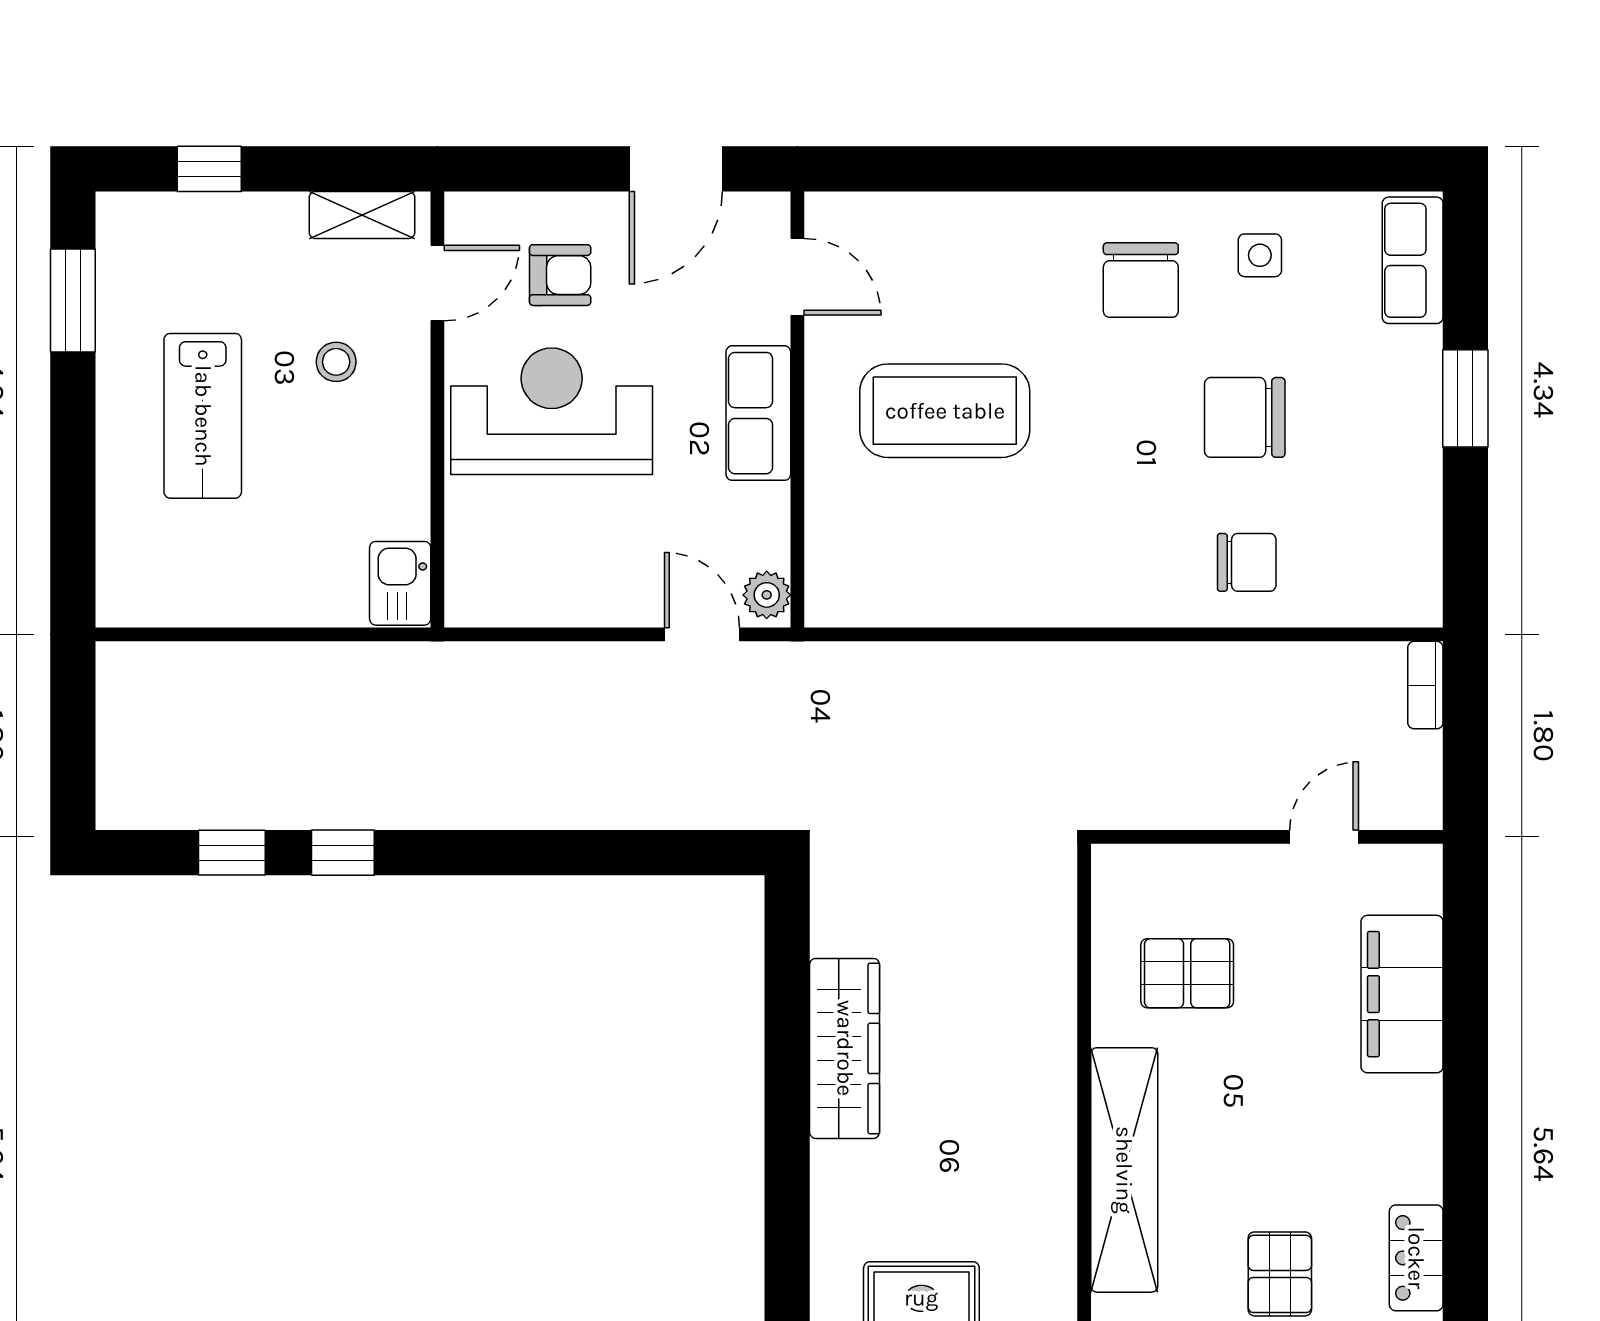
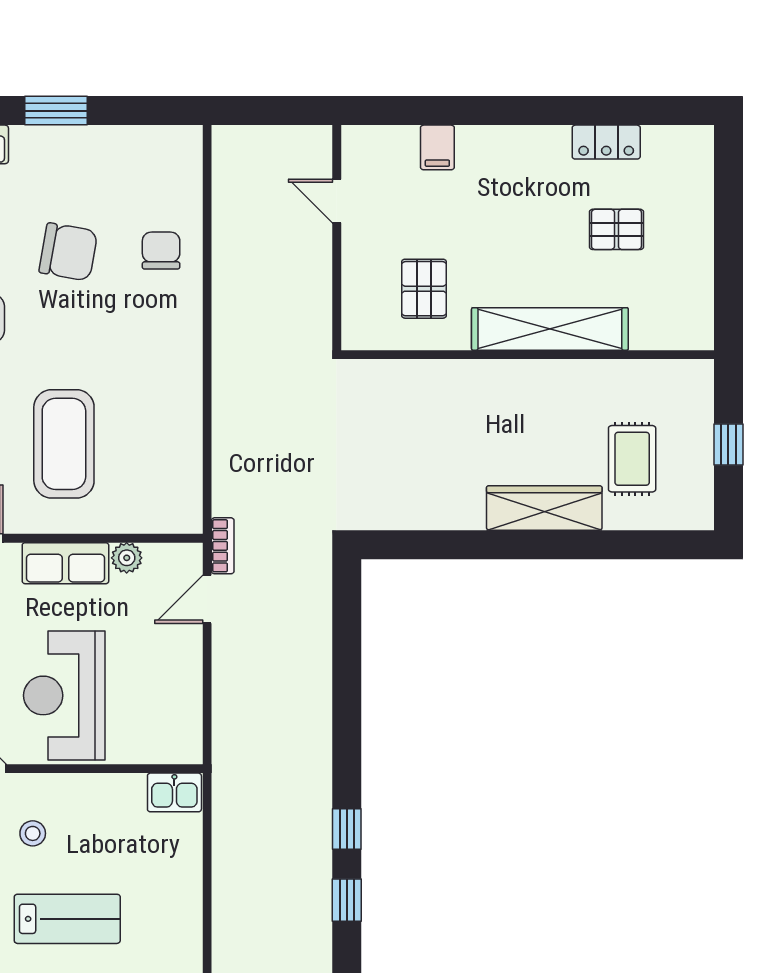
chair: (1245, 417) -> (68, 252), turned -80
plant: (767, 595) -> (127, 558), moved
bookcase: (1425, 685) -> (223, 546), moved, turned -90
filing cabinet: (1402, 994) -> (437, 147), width x0.33, depth x0.86
wardrobe: (845, 1048) -> (544, 508), moved

